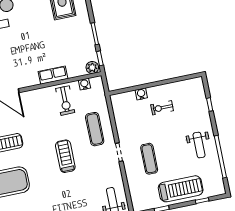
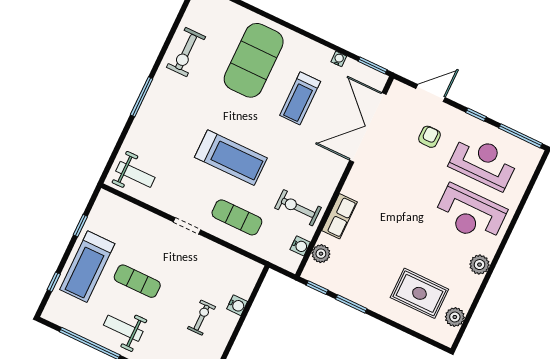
plant: (92, 67) -> (321, 254), moved
treadmill: (65, 156) -> (231, 158), width x1.37, depth x1.38
exercise mat: (149, 159) -> (137, 281), moved

